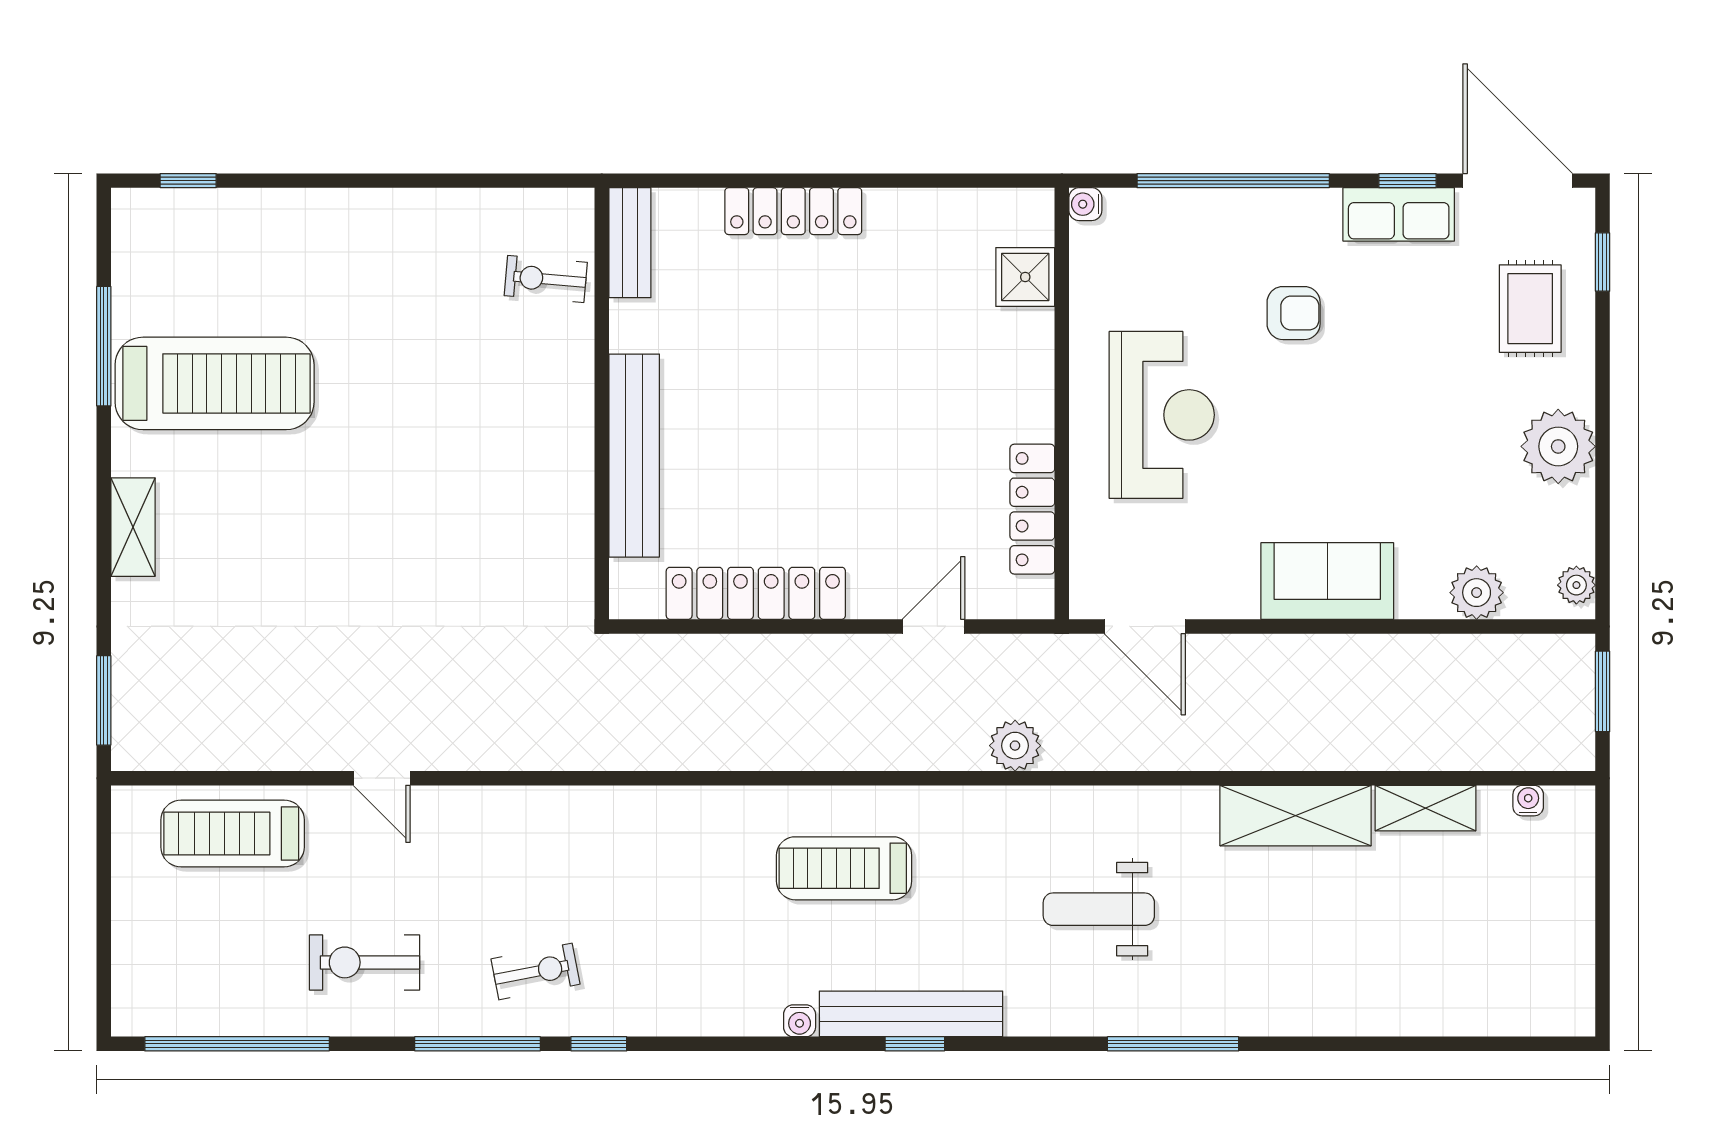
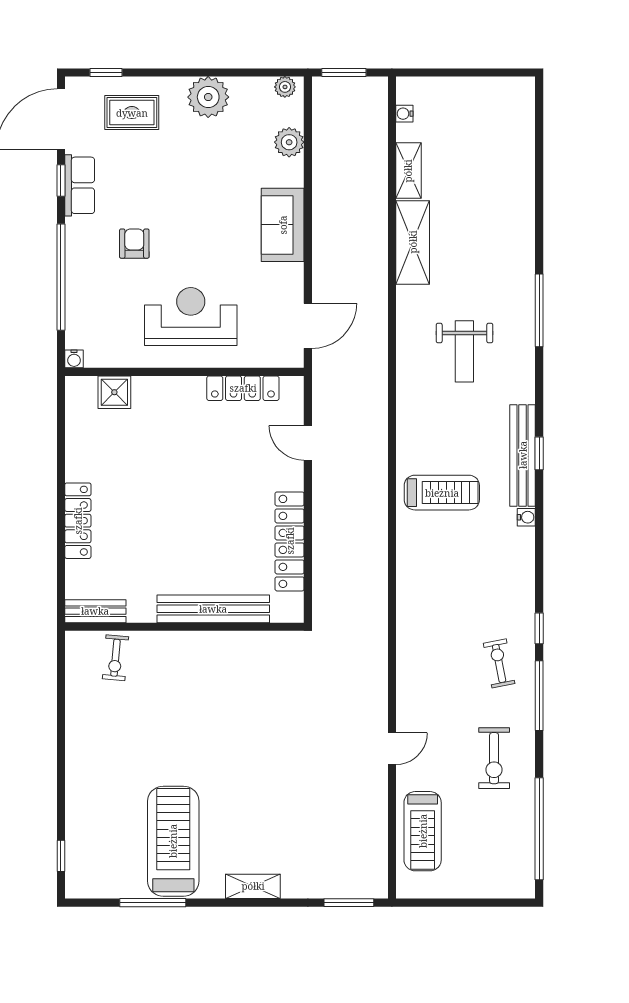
plant: (1015, 746) -> (374, 398), removed
treadmill: (844, 868) -> (442, 493), turned -90

